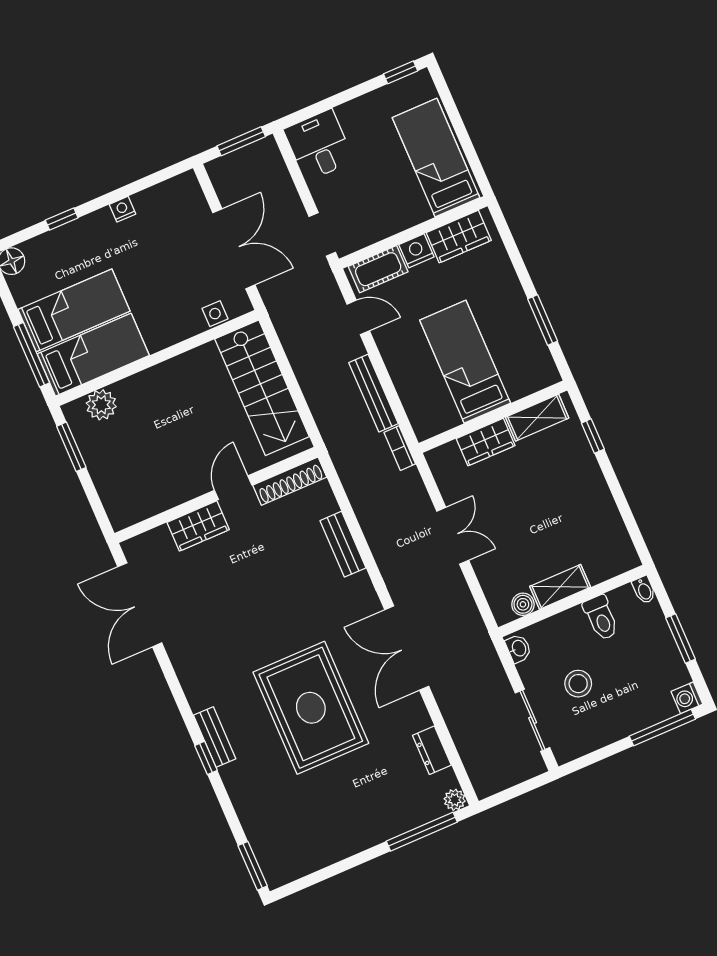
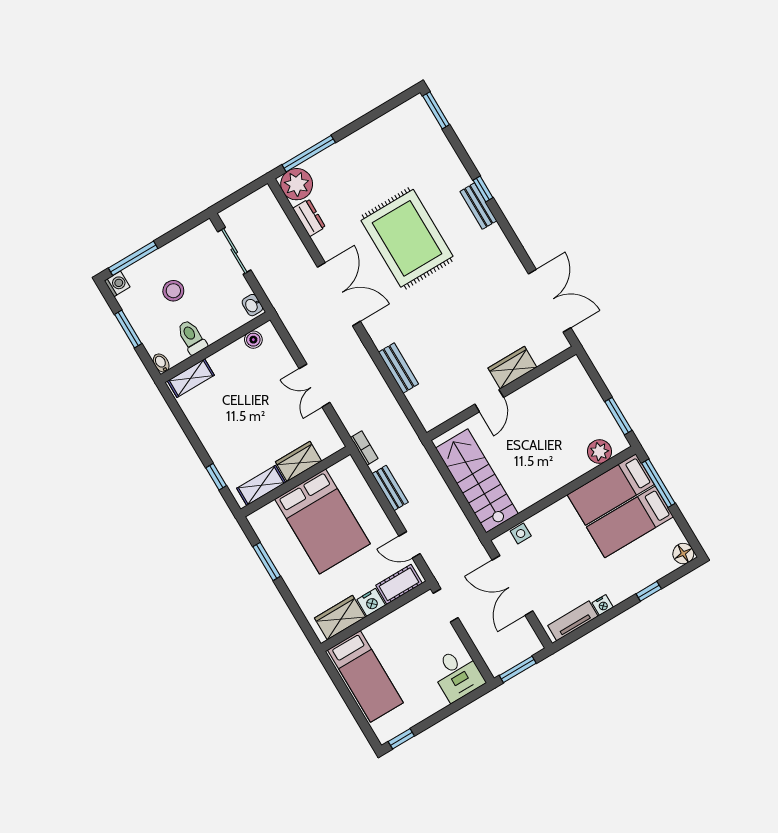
tv unit: (163, 194) -> (573, 621), added
bed: (465, 362) -> (322, 521), width x1.50
bench: (373, 393) -> (390, 488), width x0.73
shoe rack: (290, 481) -> (446, 411), removed
shelving: (560, 587) -> (191, 378), moved
stool: (578, 684) -> (173, 291), moved
plant: (455, 800) -> (297, 184), width x1.88, depth x1.88

